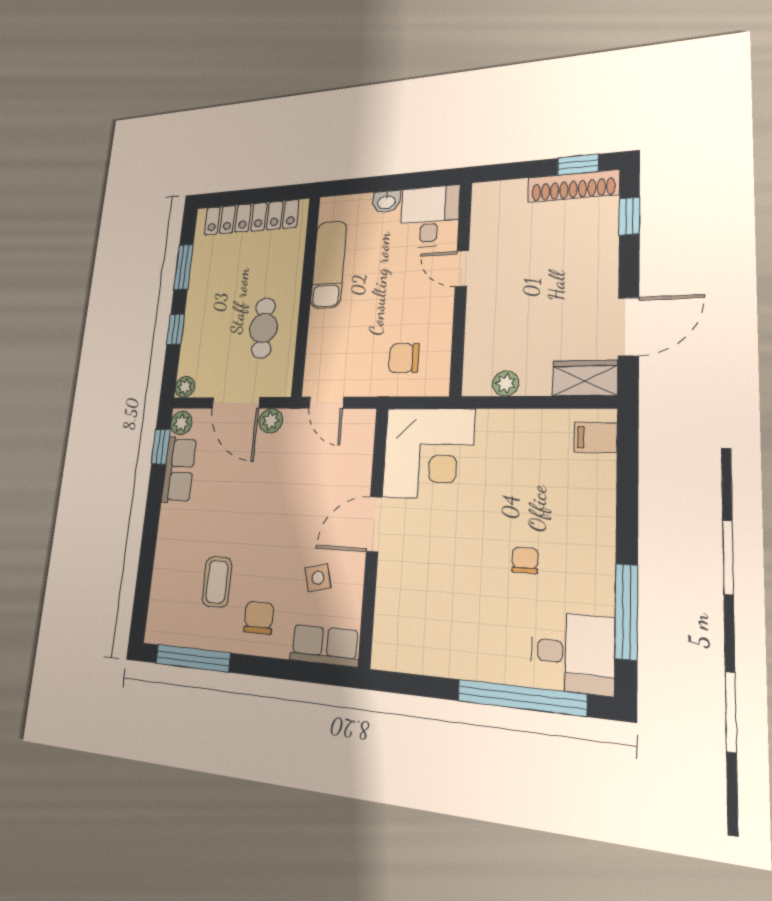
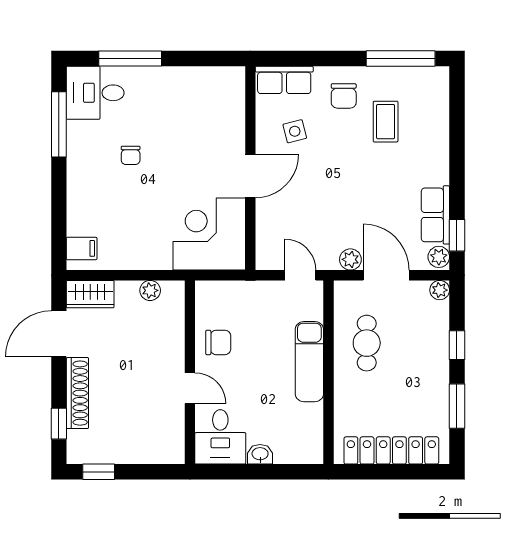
shoe rack: (573, 186) -> (77, 393), moved, turned 90
exam couch: (329, 264) -> (309, 362), moved
chair: (404, 358) -> (218, 342), moved
window: (521, 698) -> (130, 59), width x0.68

